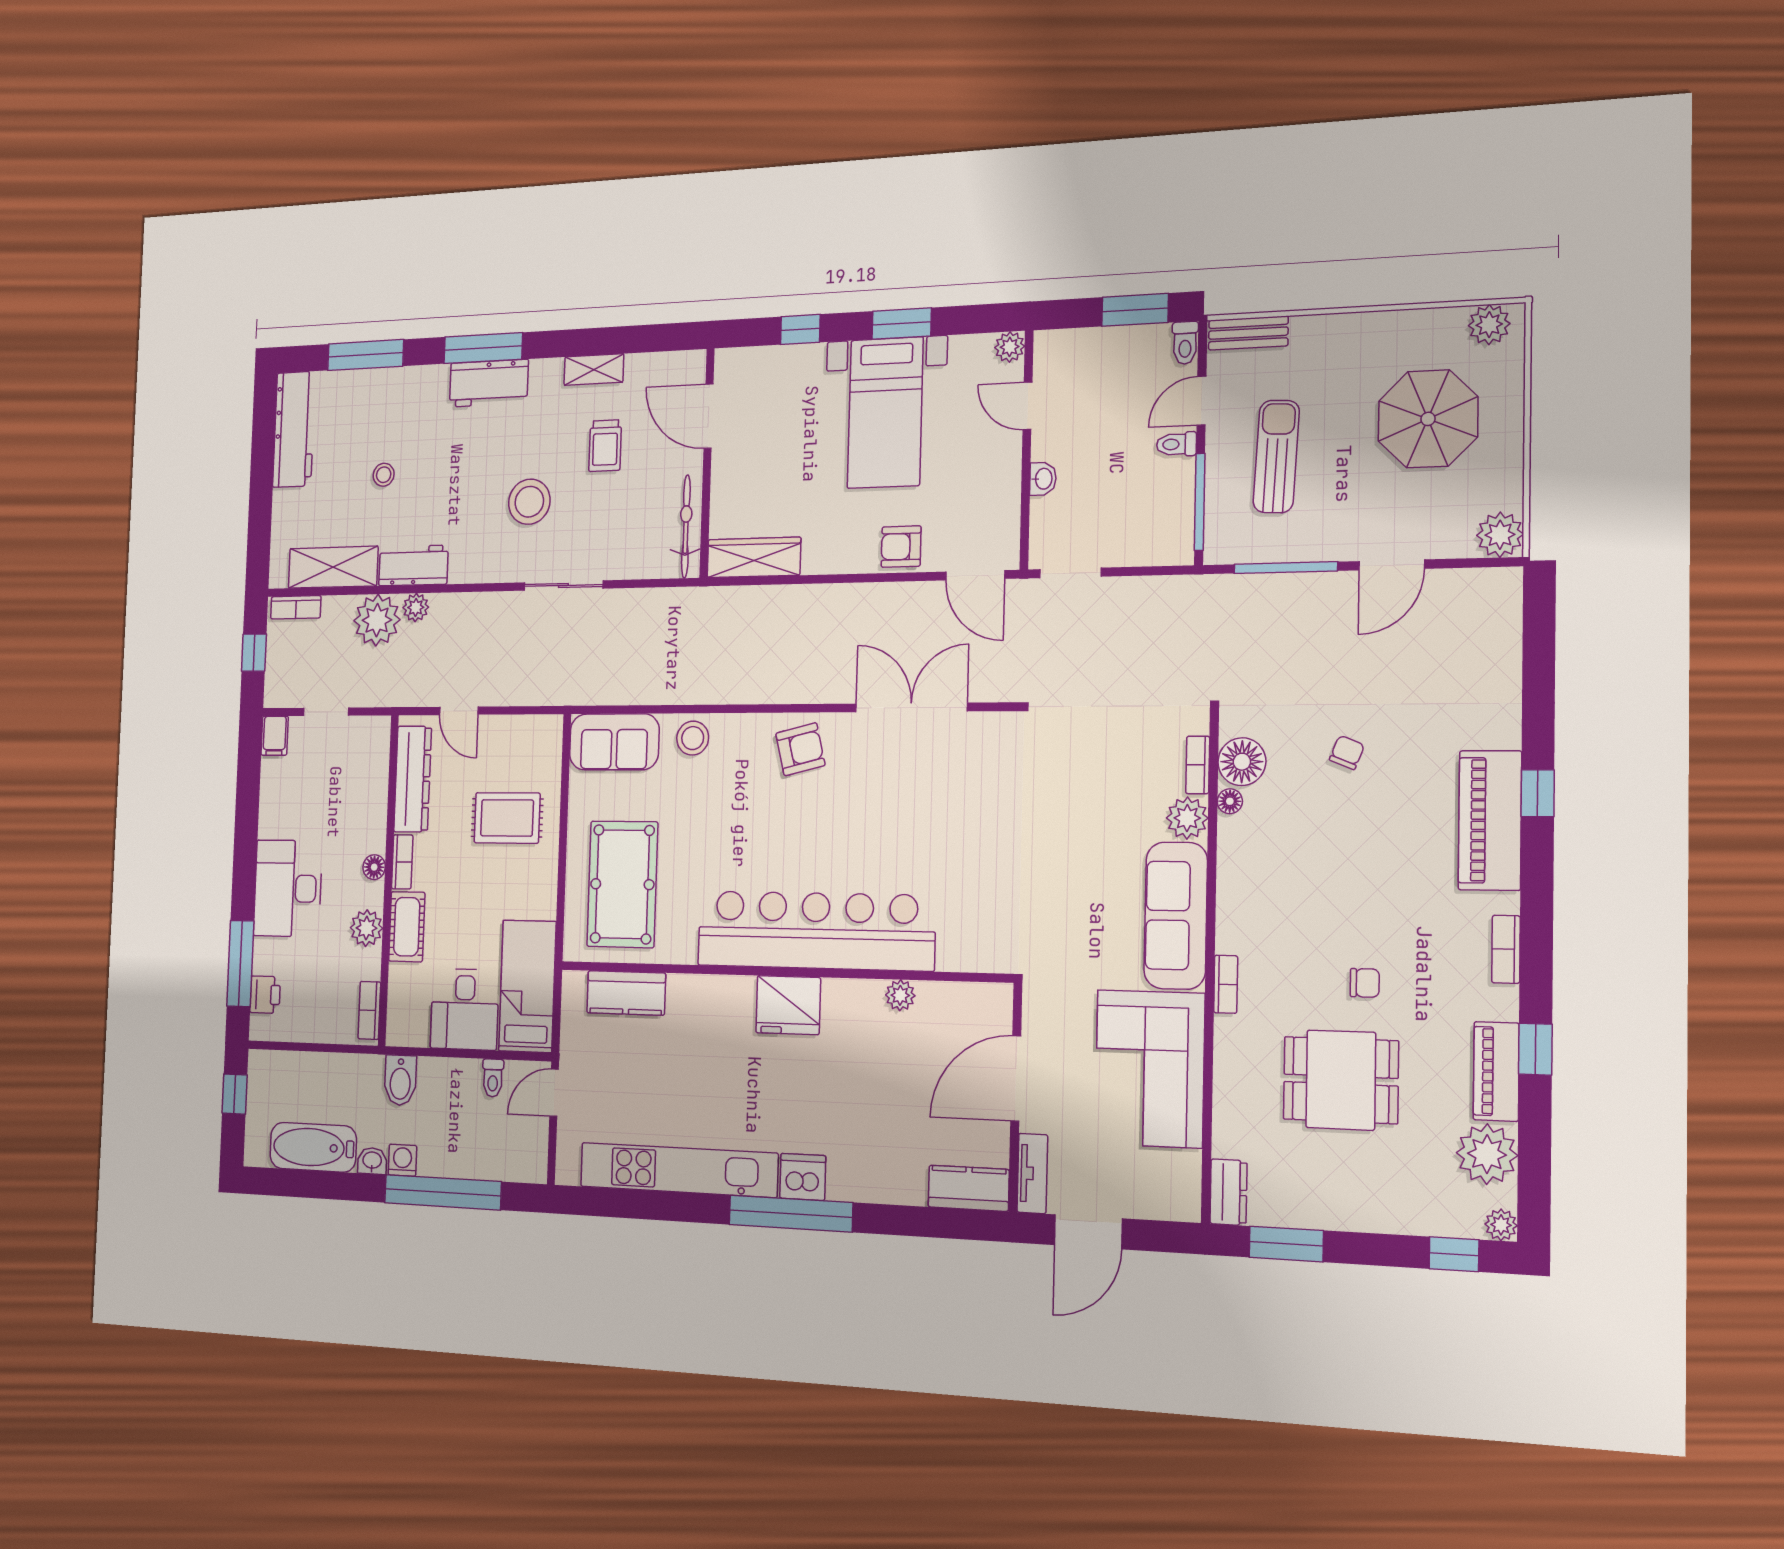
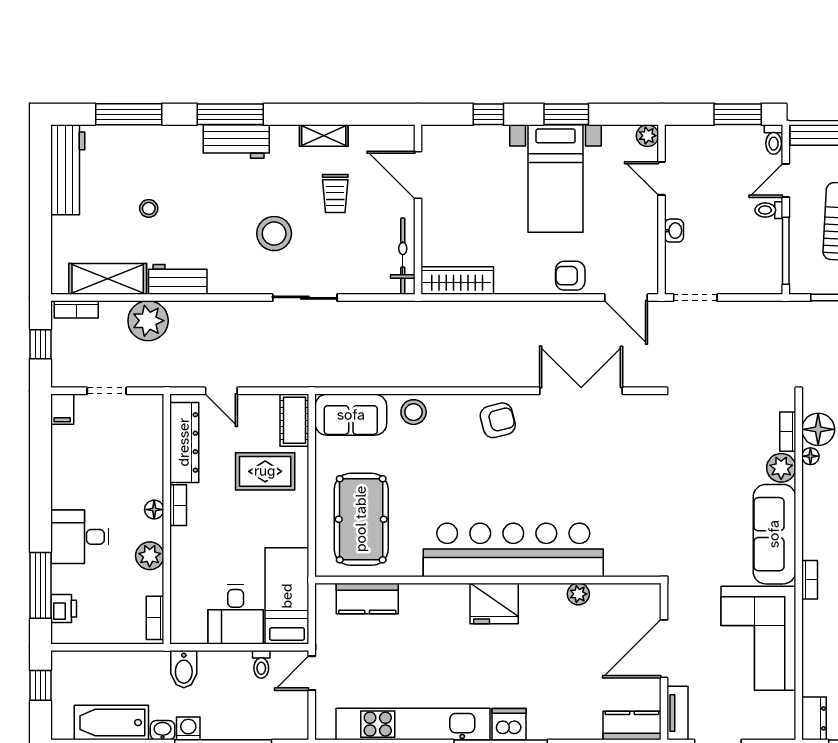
plant: (416, 607) -> (181, 312), removed
desk: (288, 888) -> (80, 537), width x0.73
cot: (407, 927) -> (294, 420), moved

